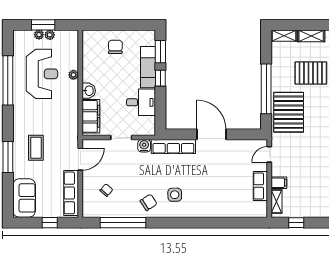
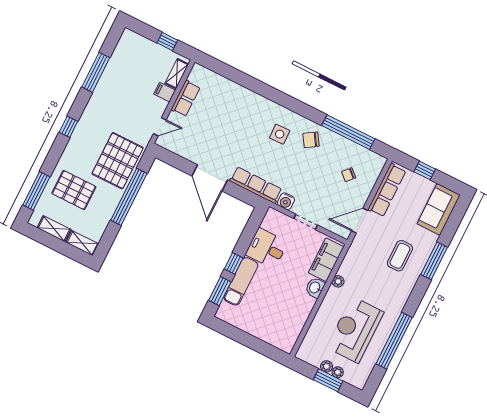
chair: (115, 47) -> (264, 320), removed
plant: (73, 75) -> (338, 281), moved

